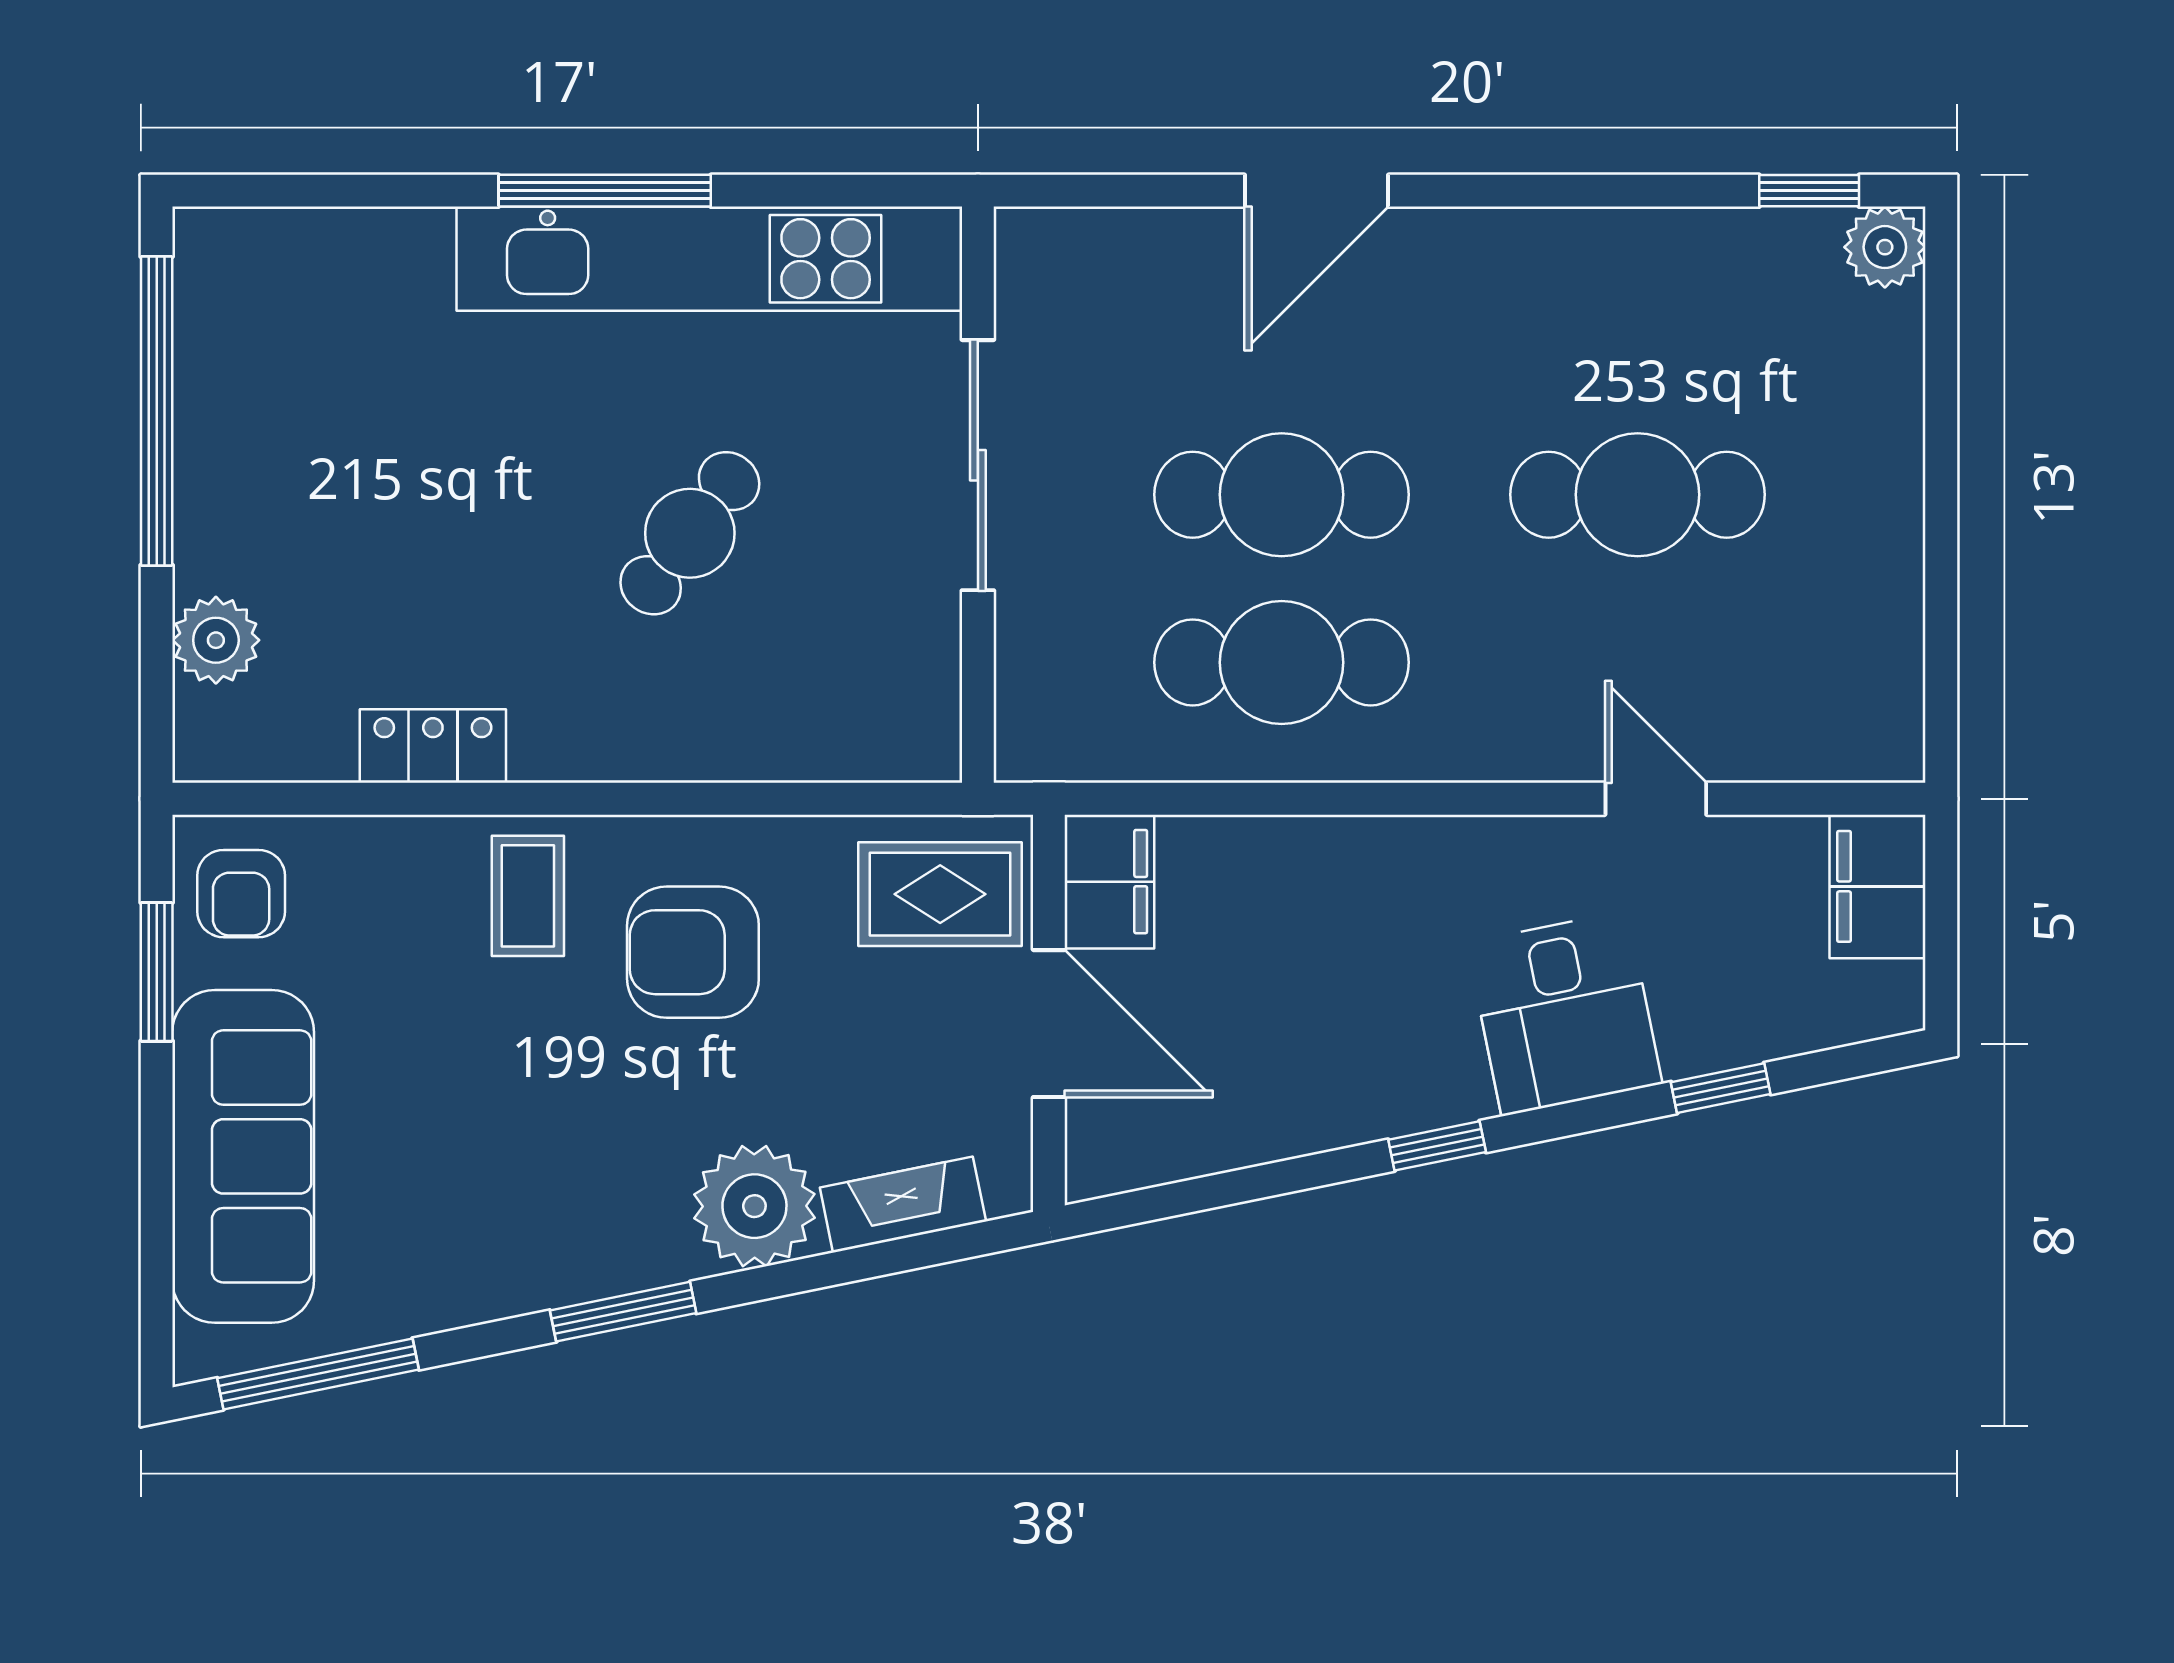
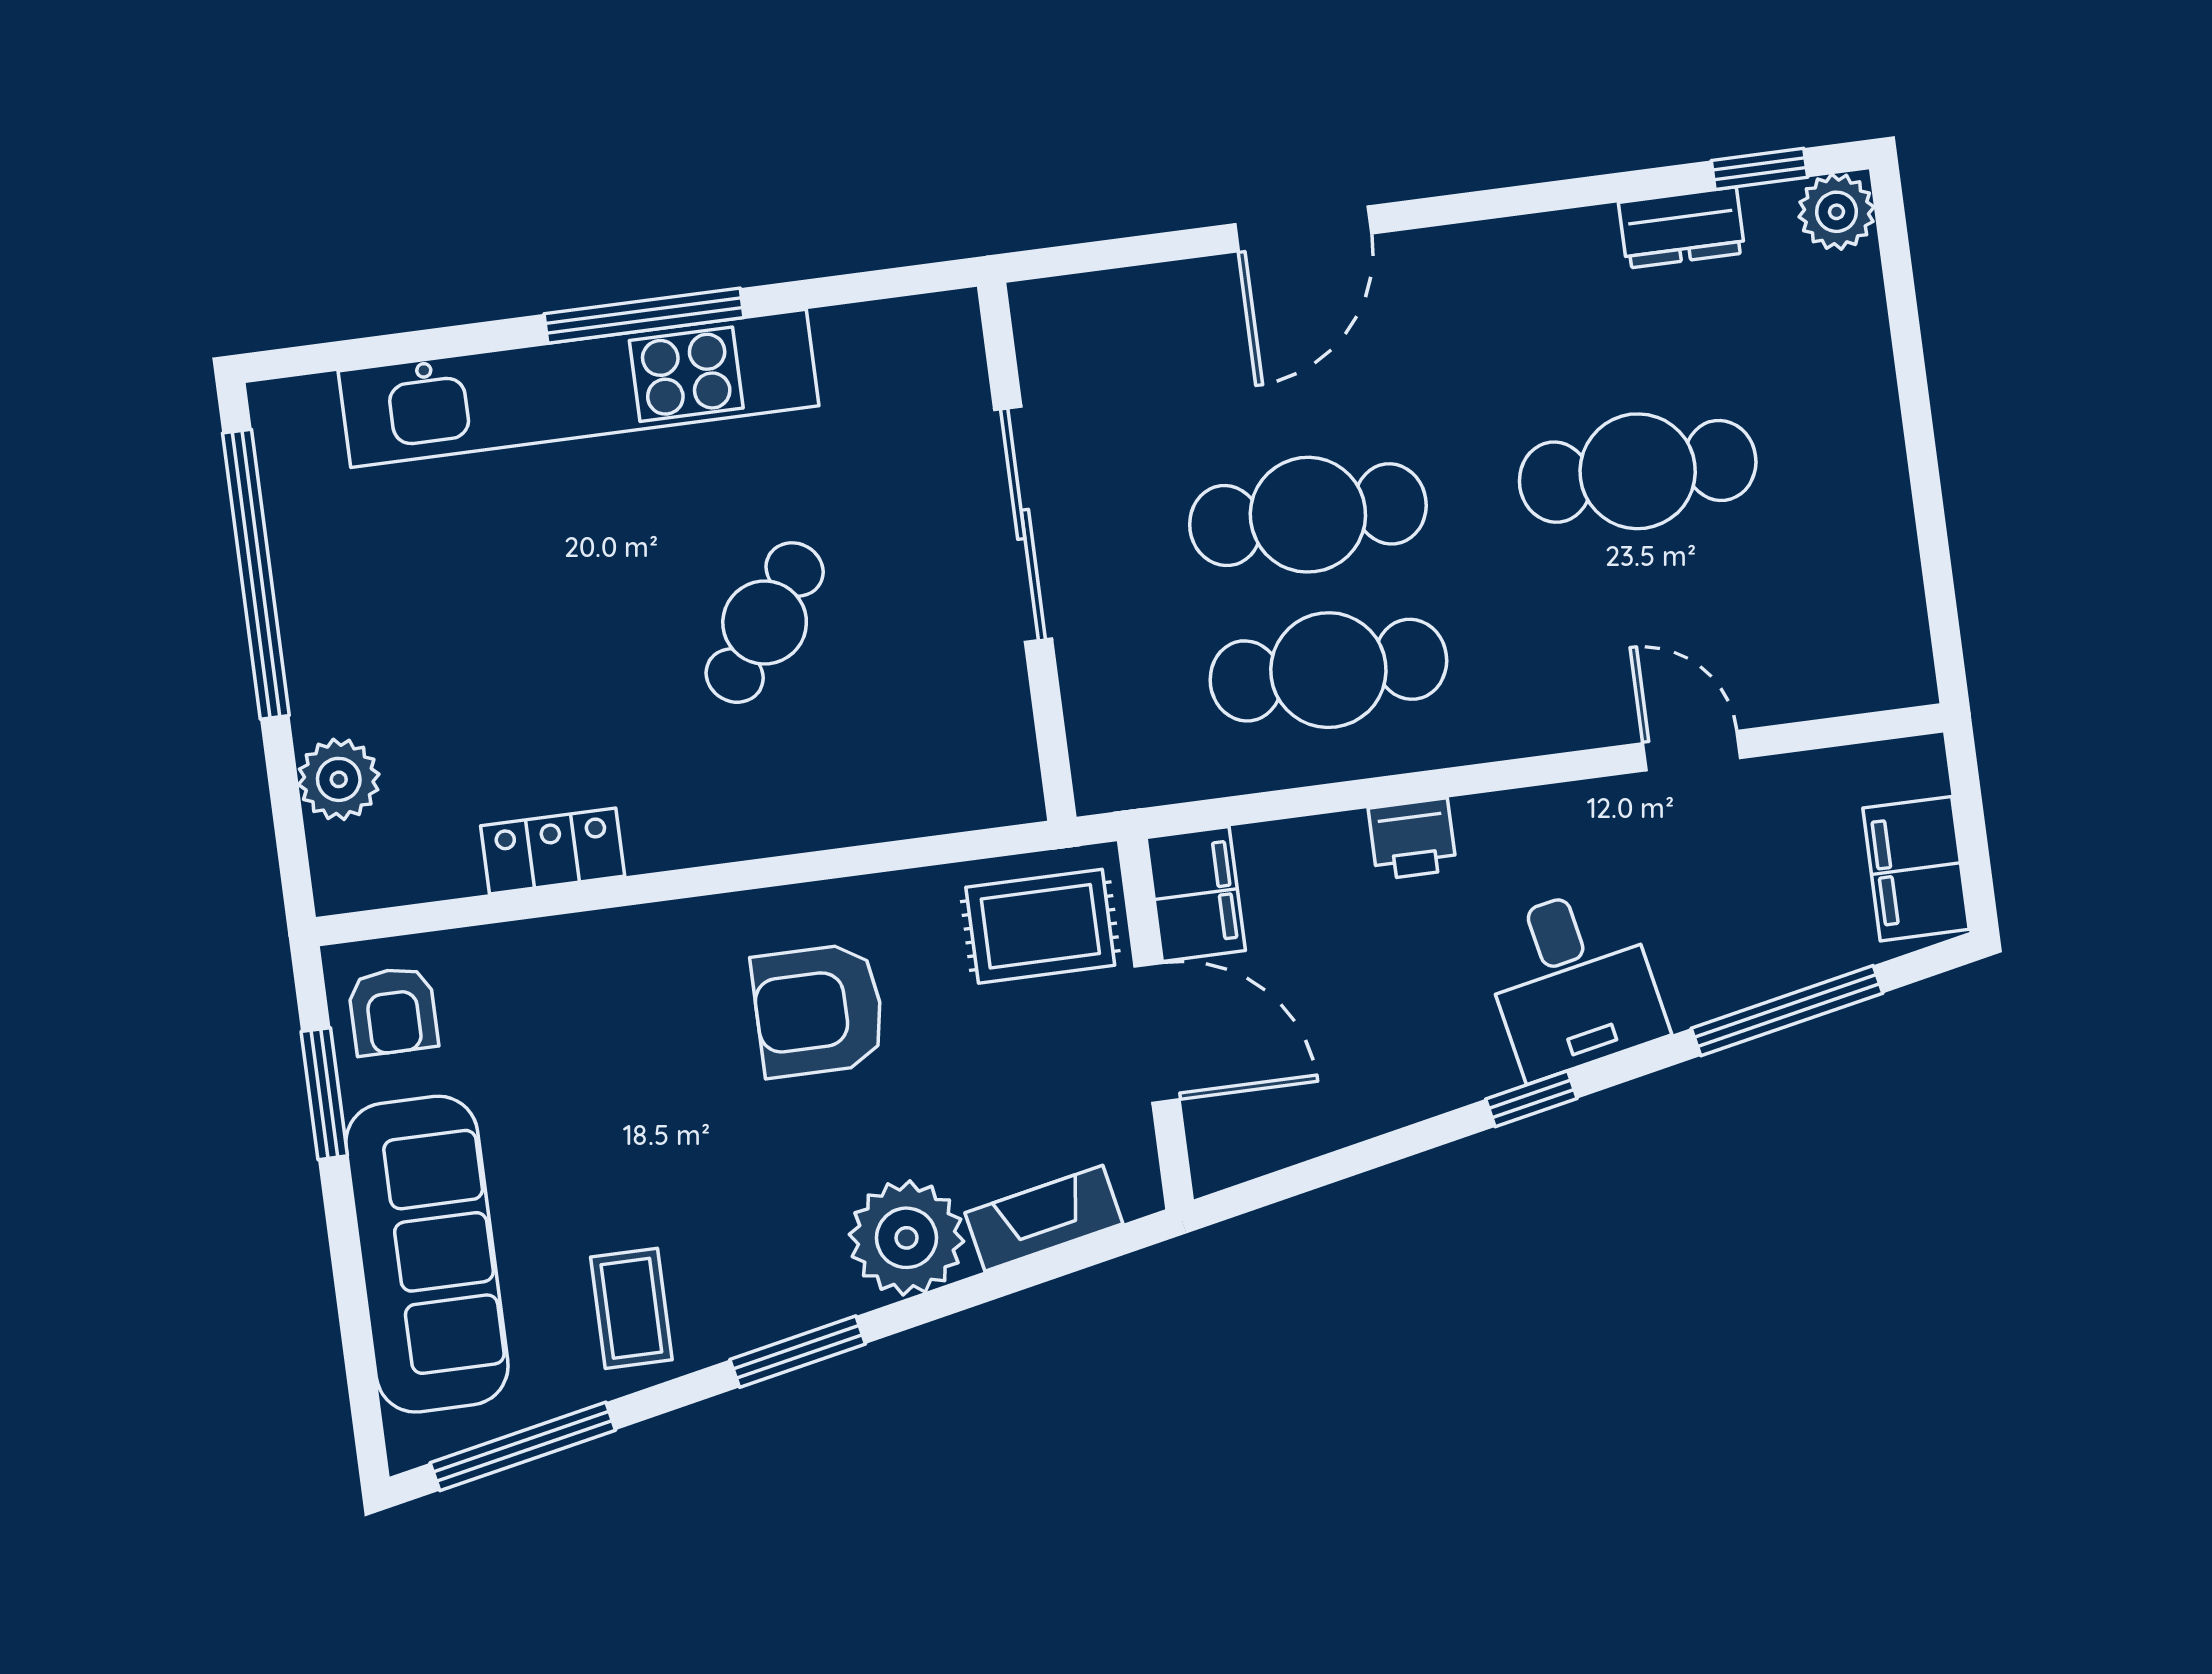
dresser: (1718, 242) -> (1682, 228), added
kitchen unit: (709, 259) -> (579, 388), moved
printer: (1347, 853) -> (1412, 839), added
filing cabinet: (1878, 886) -> (1916, 869), moved
coffee table: (528, 896) -> (631, 1308), moved
desk: (1564, 1013) -> (1572, 982), moved
window: (1721, 1088) -> (1787, 1011), width x2.17

